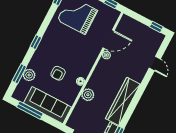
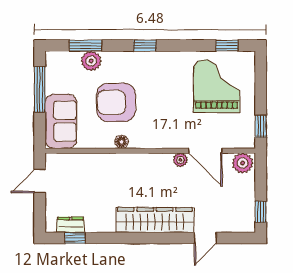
armchair: (58, 73) -> (116, 102), width x1.88, depth x1.88
plant: (88, 95) -> (243, 163), moved
wardrobe: (123, 101) -> (155, 220), moved
sofa: (47, 105) -> (61, 121), width x0.73

